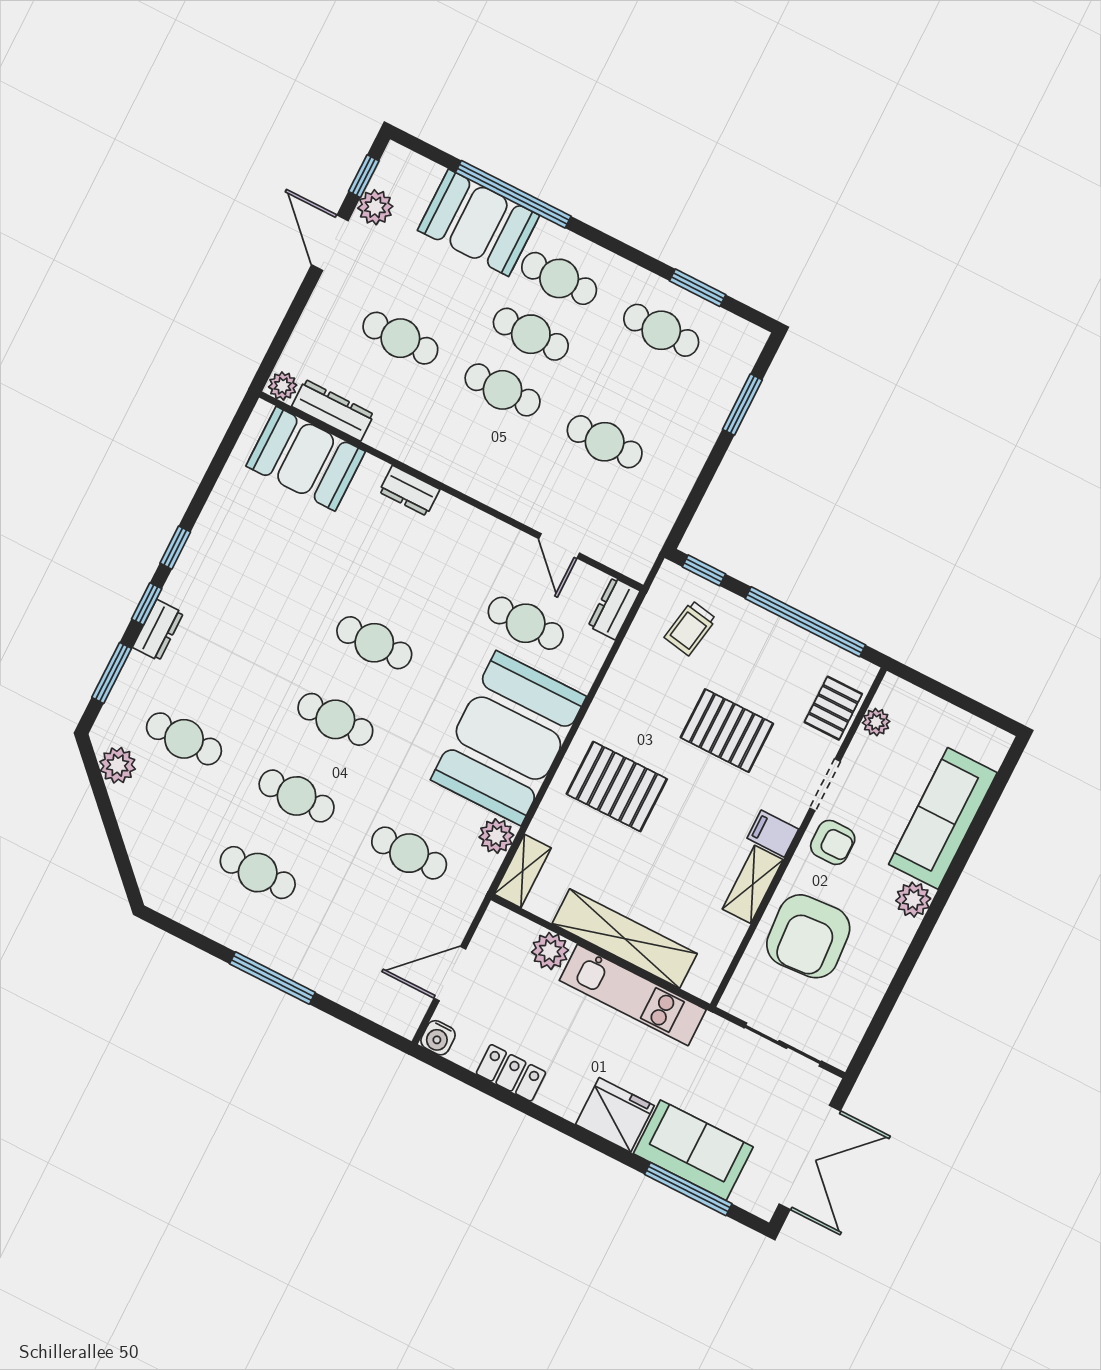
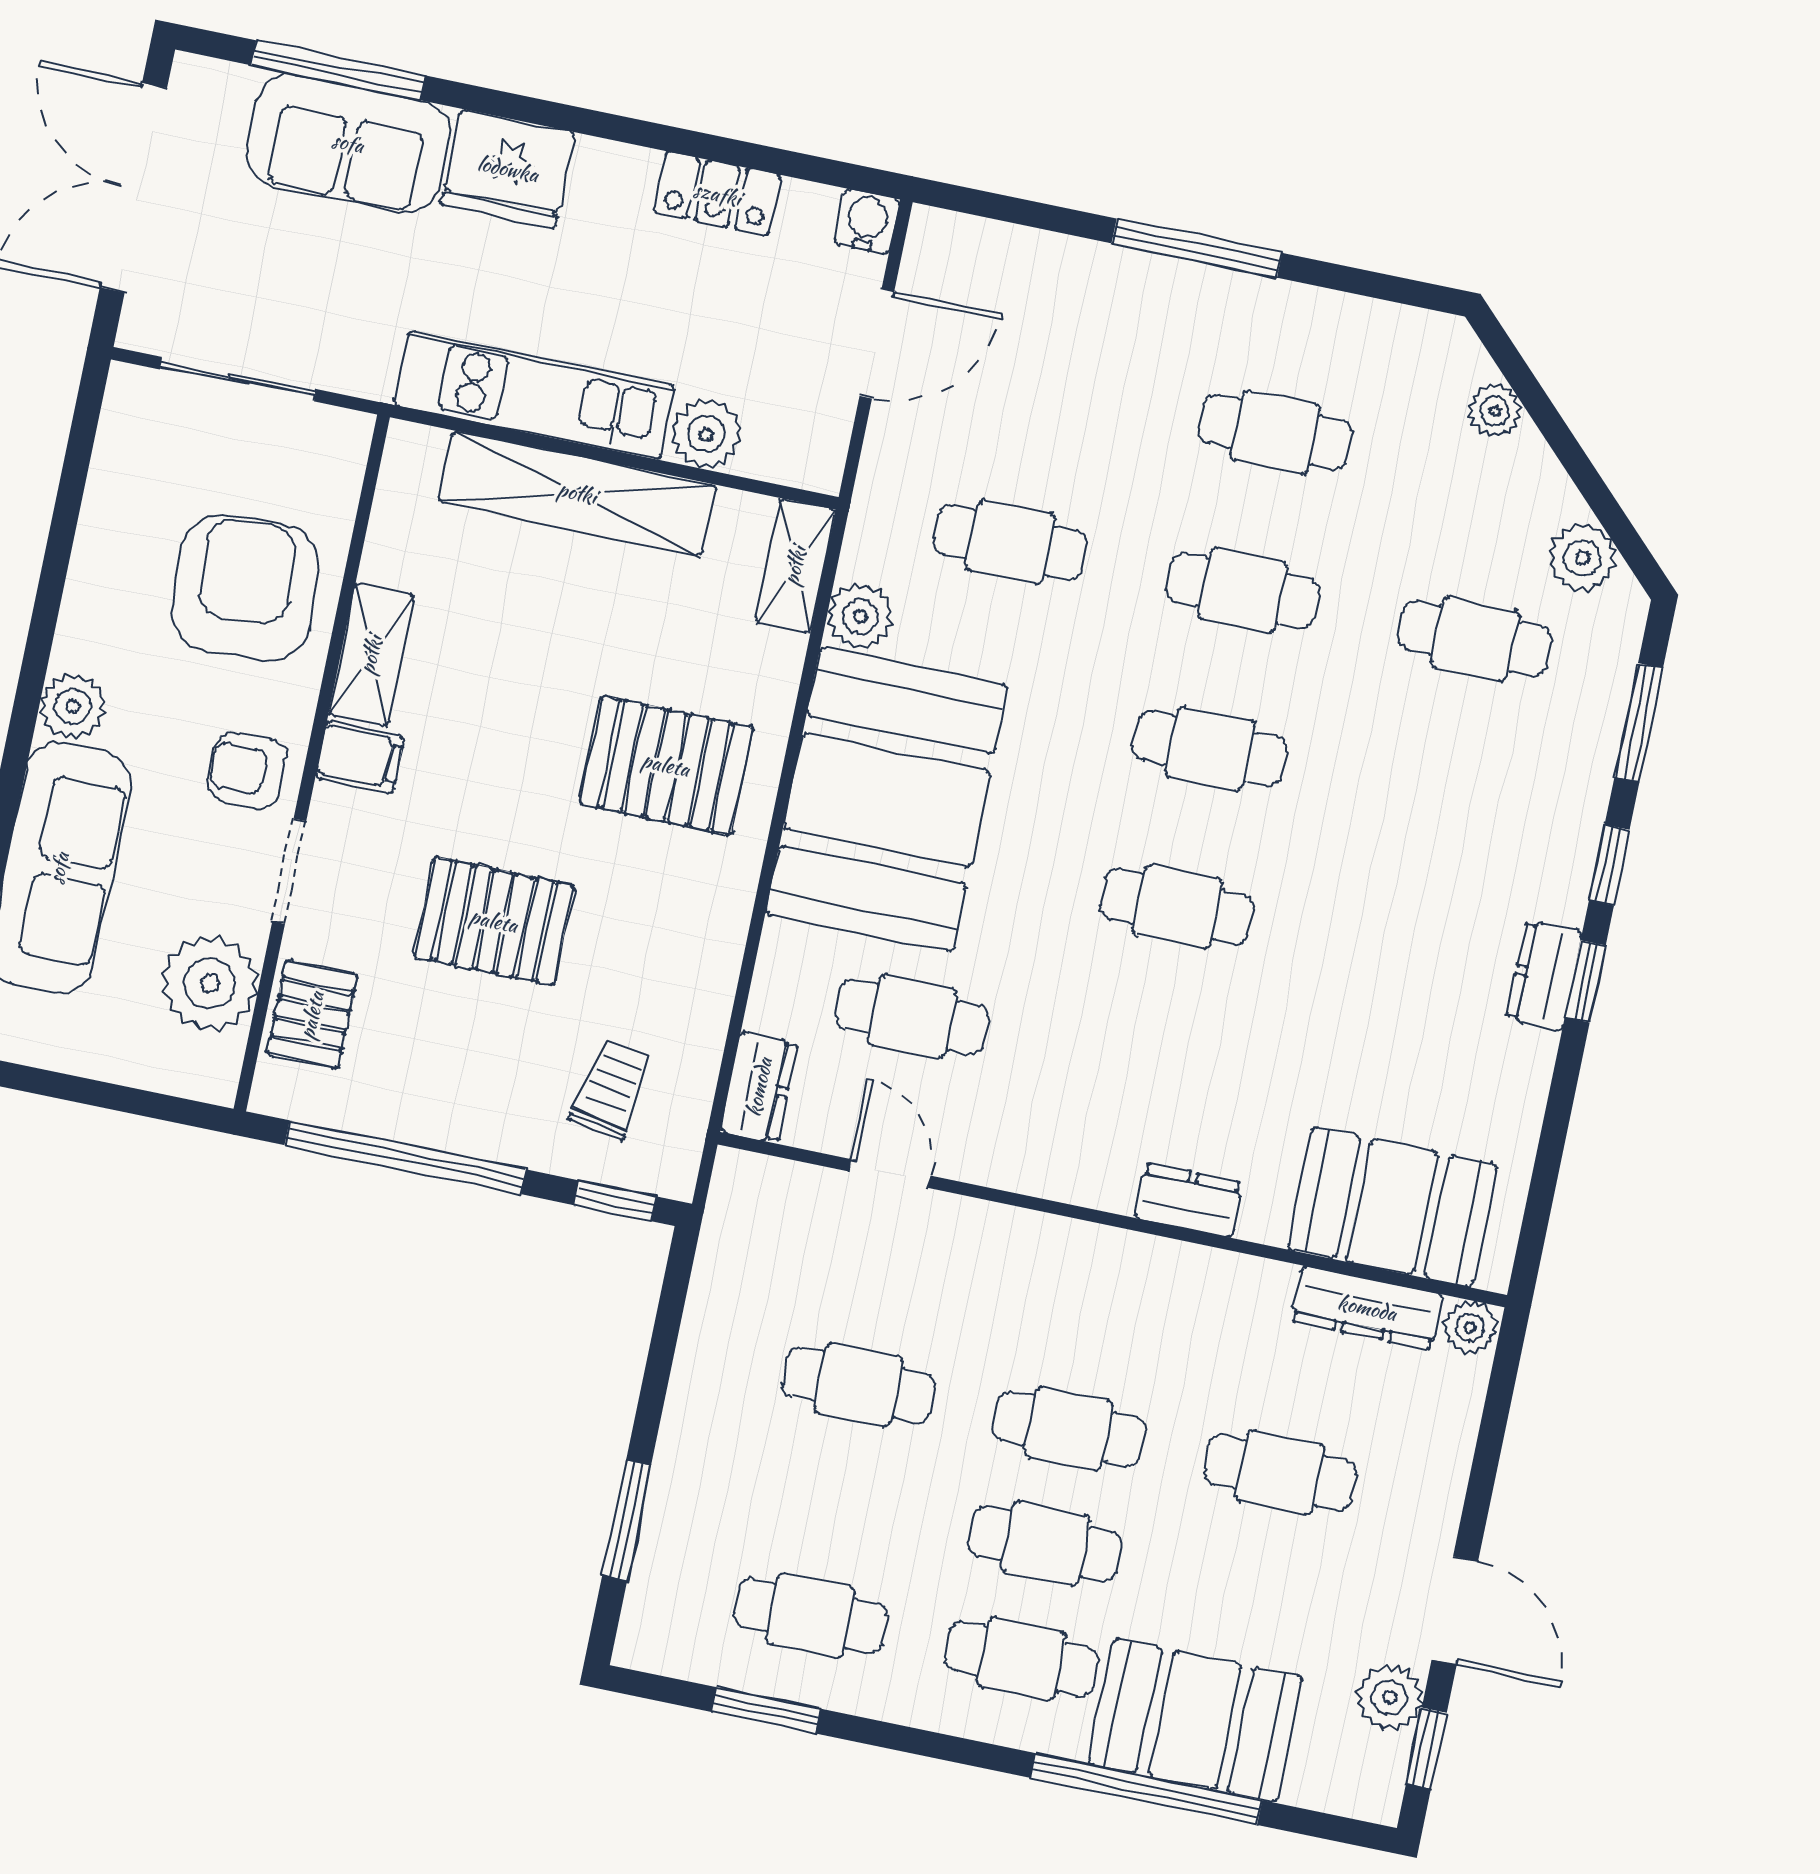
dresser: (158, 630) -> (1544, 975), moved
plant: (876, 722) -> (210, 983), width x1.88, depth x1.88
plant: (142, 853) -> (1495, 411), added

